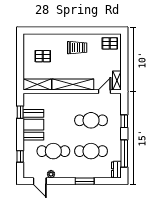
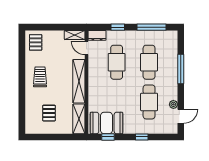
booth: (33, 125) -> (106, 123), moved
window: (20, 156) -> (142, 137), moved
dresser: (116, 170) -> (97, 35), moved
window: (85, 181) -> (181, 69), width x1.44

